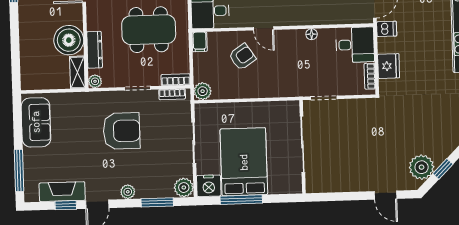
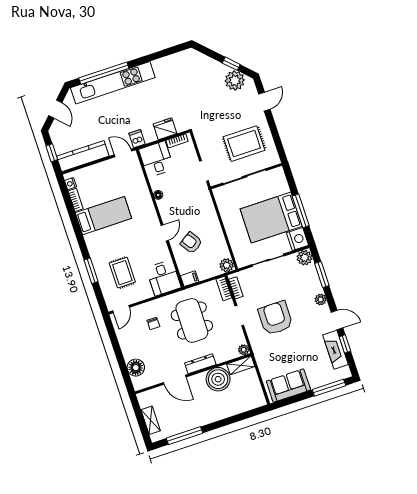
dresser: (95, 50) -> (200, 364), moved
rug: (342, 156) -> (244, 144), added

